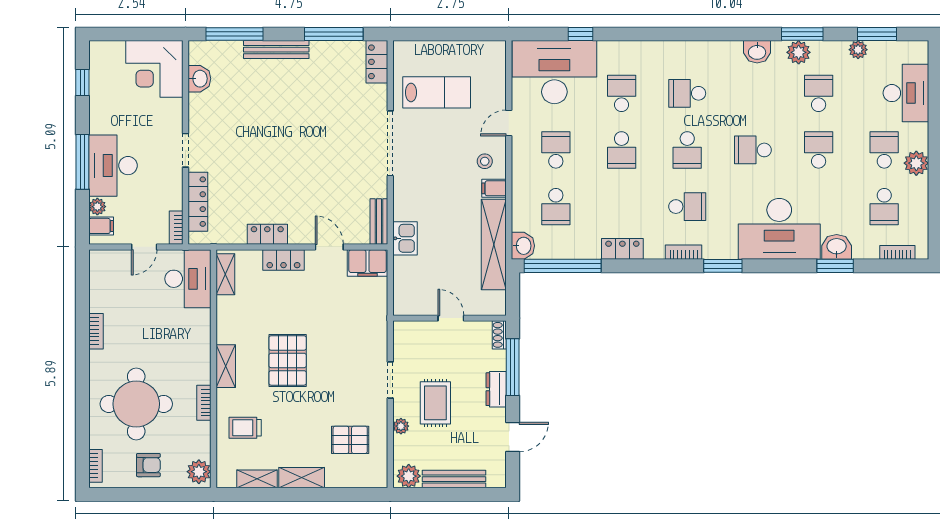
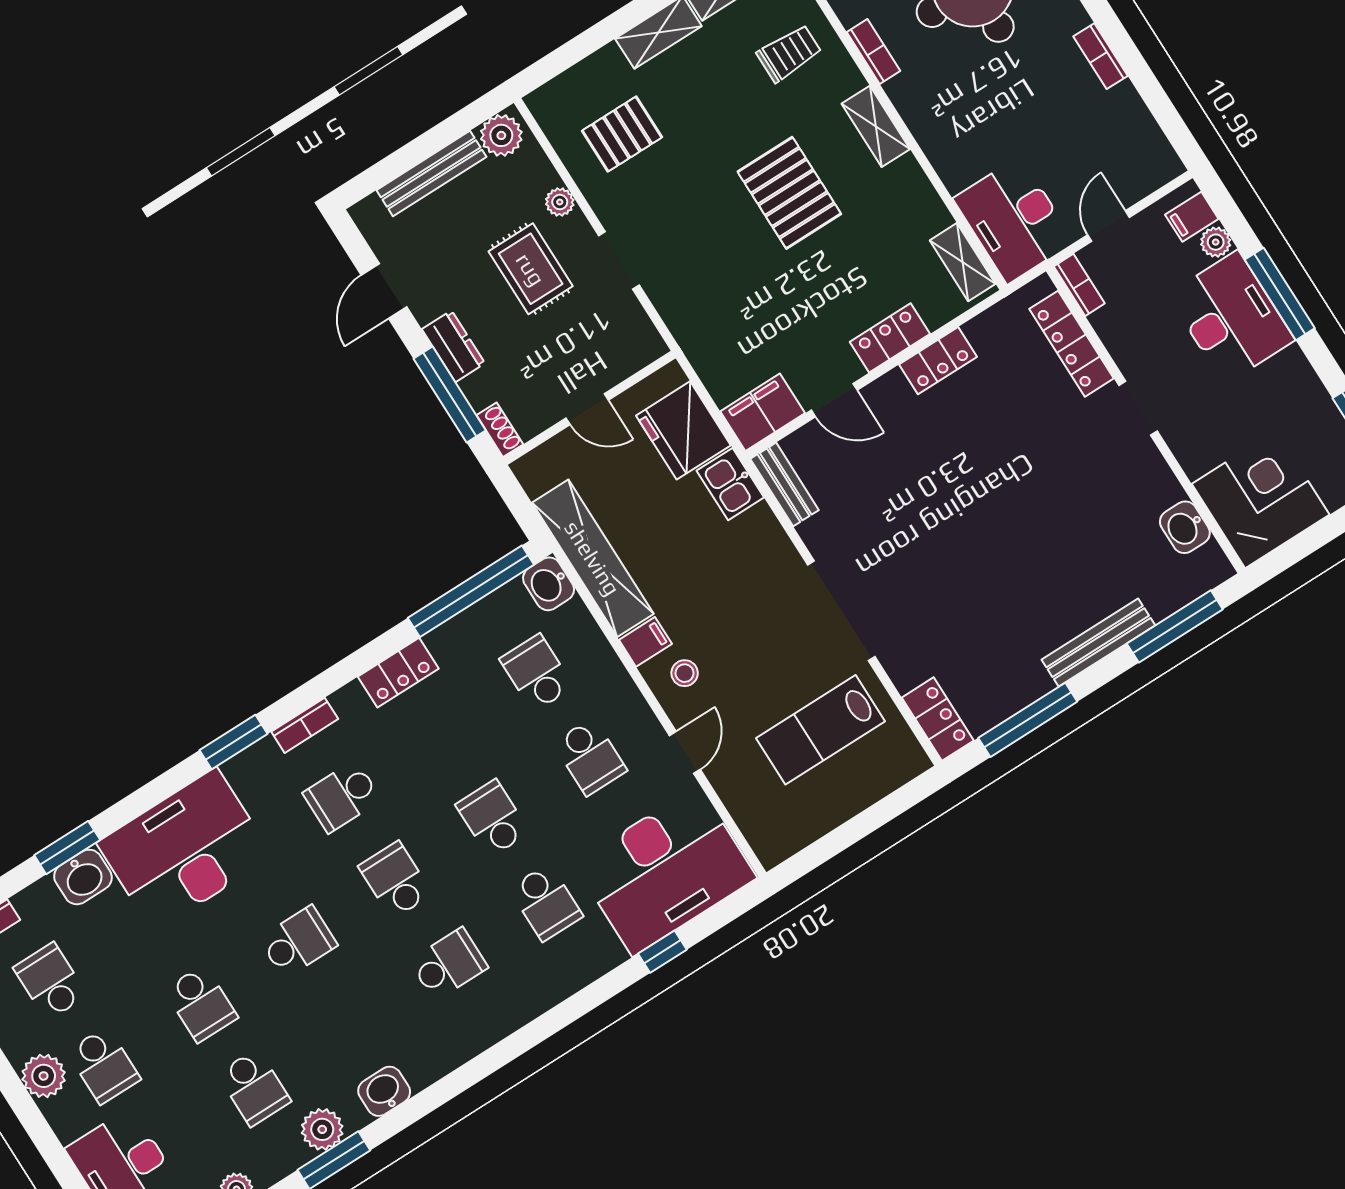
fridge: (411, 278) -> (683, 430), added

